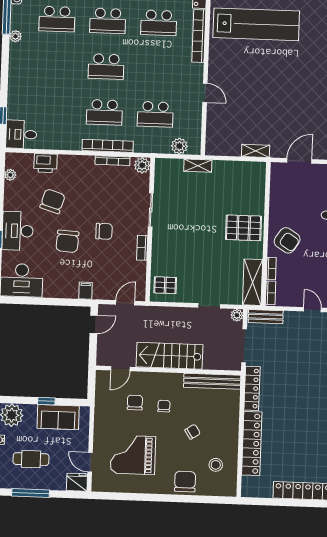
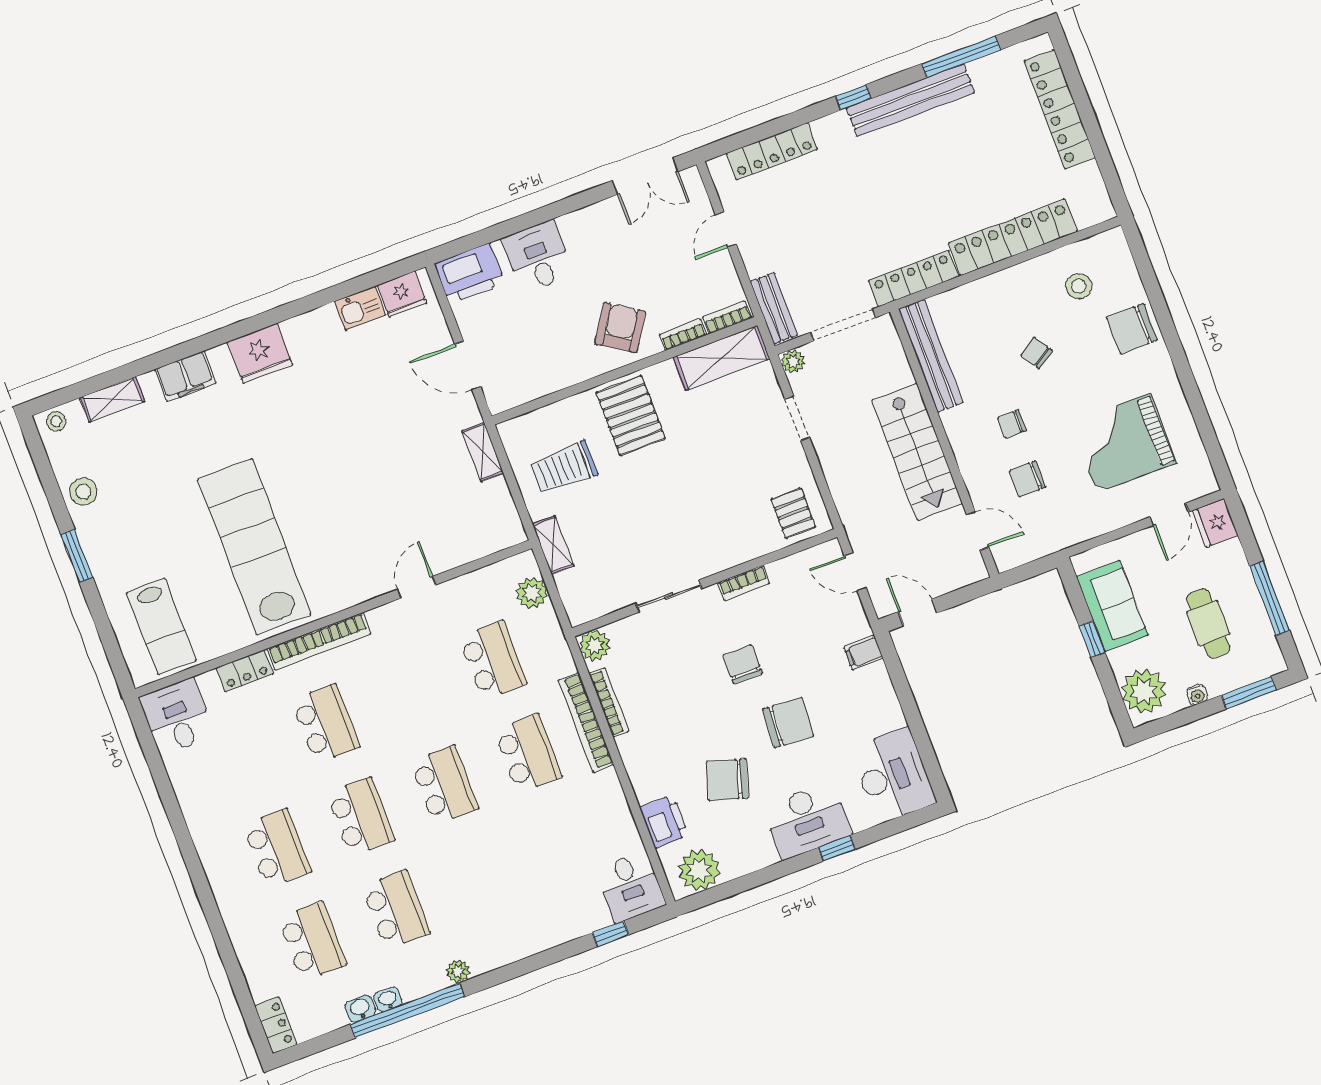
plant: (10, 175) -> (699, 870), width x1.88, depth x1.88
trolley: (232, 186) -> (564, 468), added
grand piano: (133, 455) -> (1123, 443), turned 90

